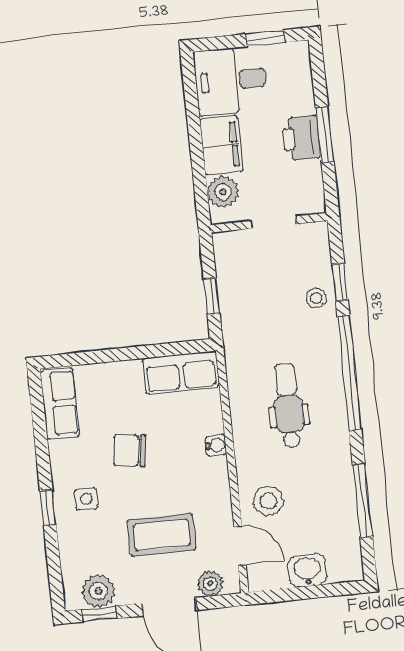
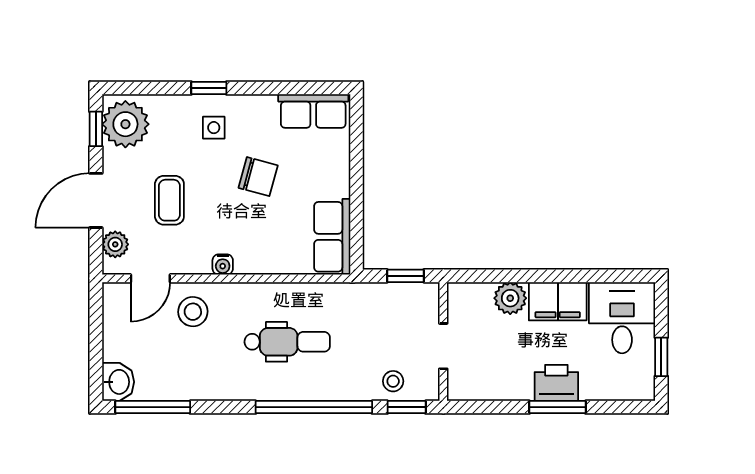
doorway: (274, 222) -> (443, 346), moved
wall: (269, 223) -> (443, 341), moved
water cooler: (216, 445) -> (223, 264), moved
chair: (130, 451) -> (258, 177), turned 98
window: (363, 501) -> (153, 407), moved
coffee table: (162, 535) -> (169, 200), width x0.73, depth x0.77
washbasin: (307, 571) -> (118, 382), moved
plant: (98, 591) -> (125, 124), width x1.36, depth x1.36

